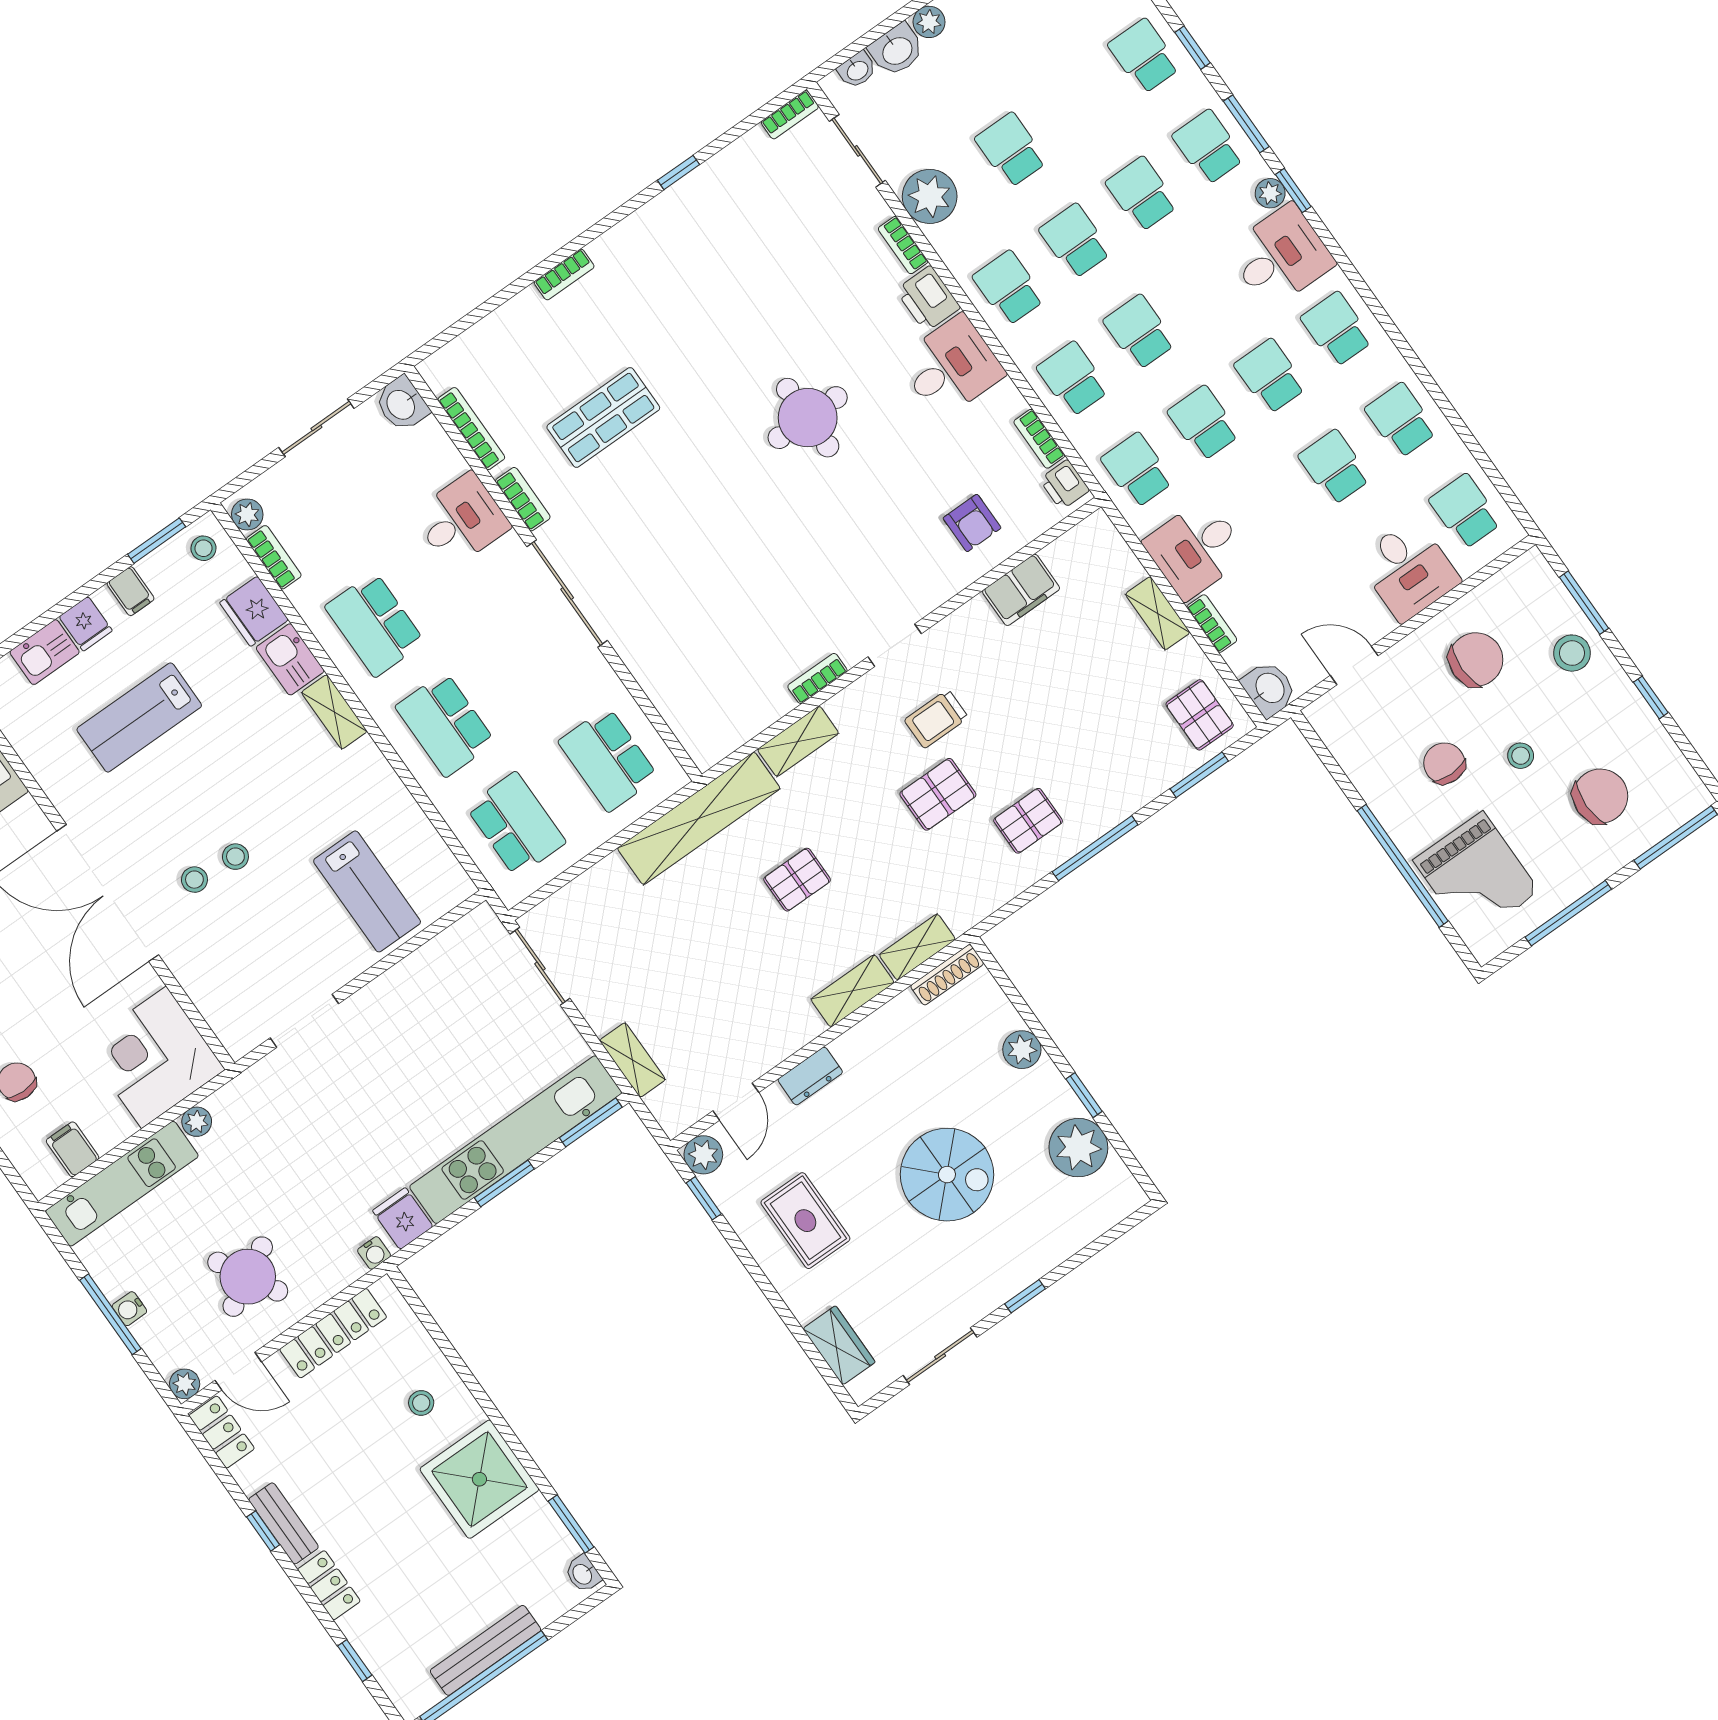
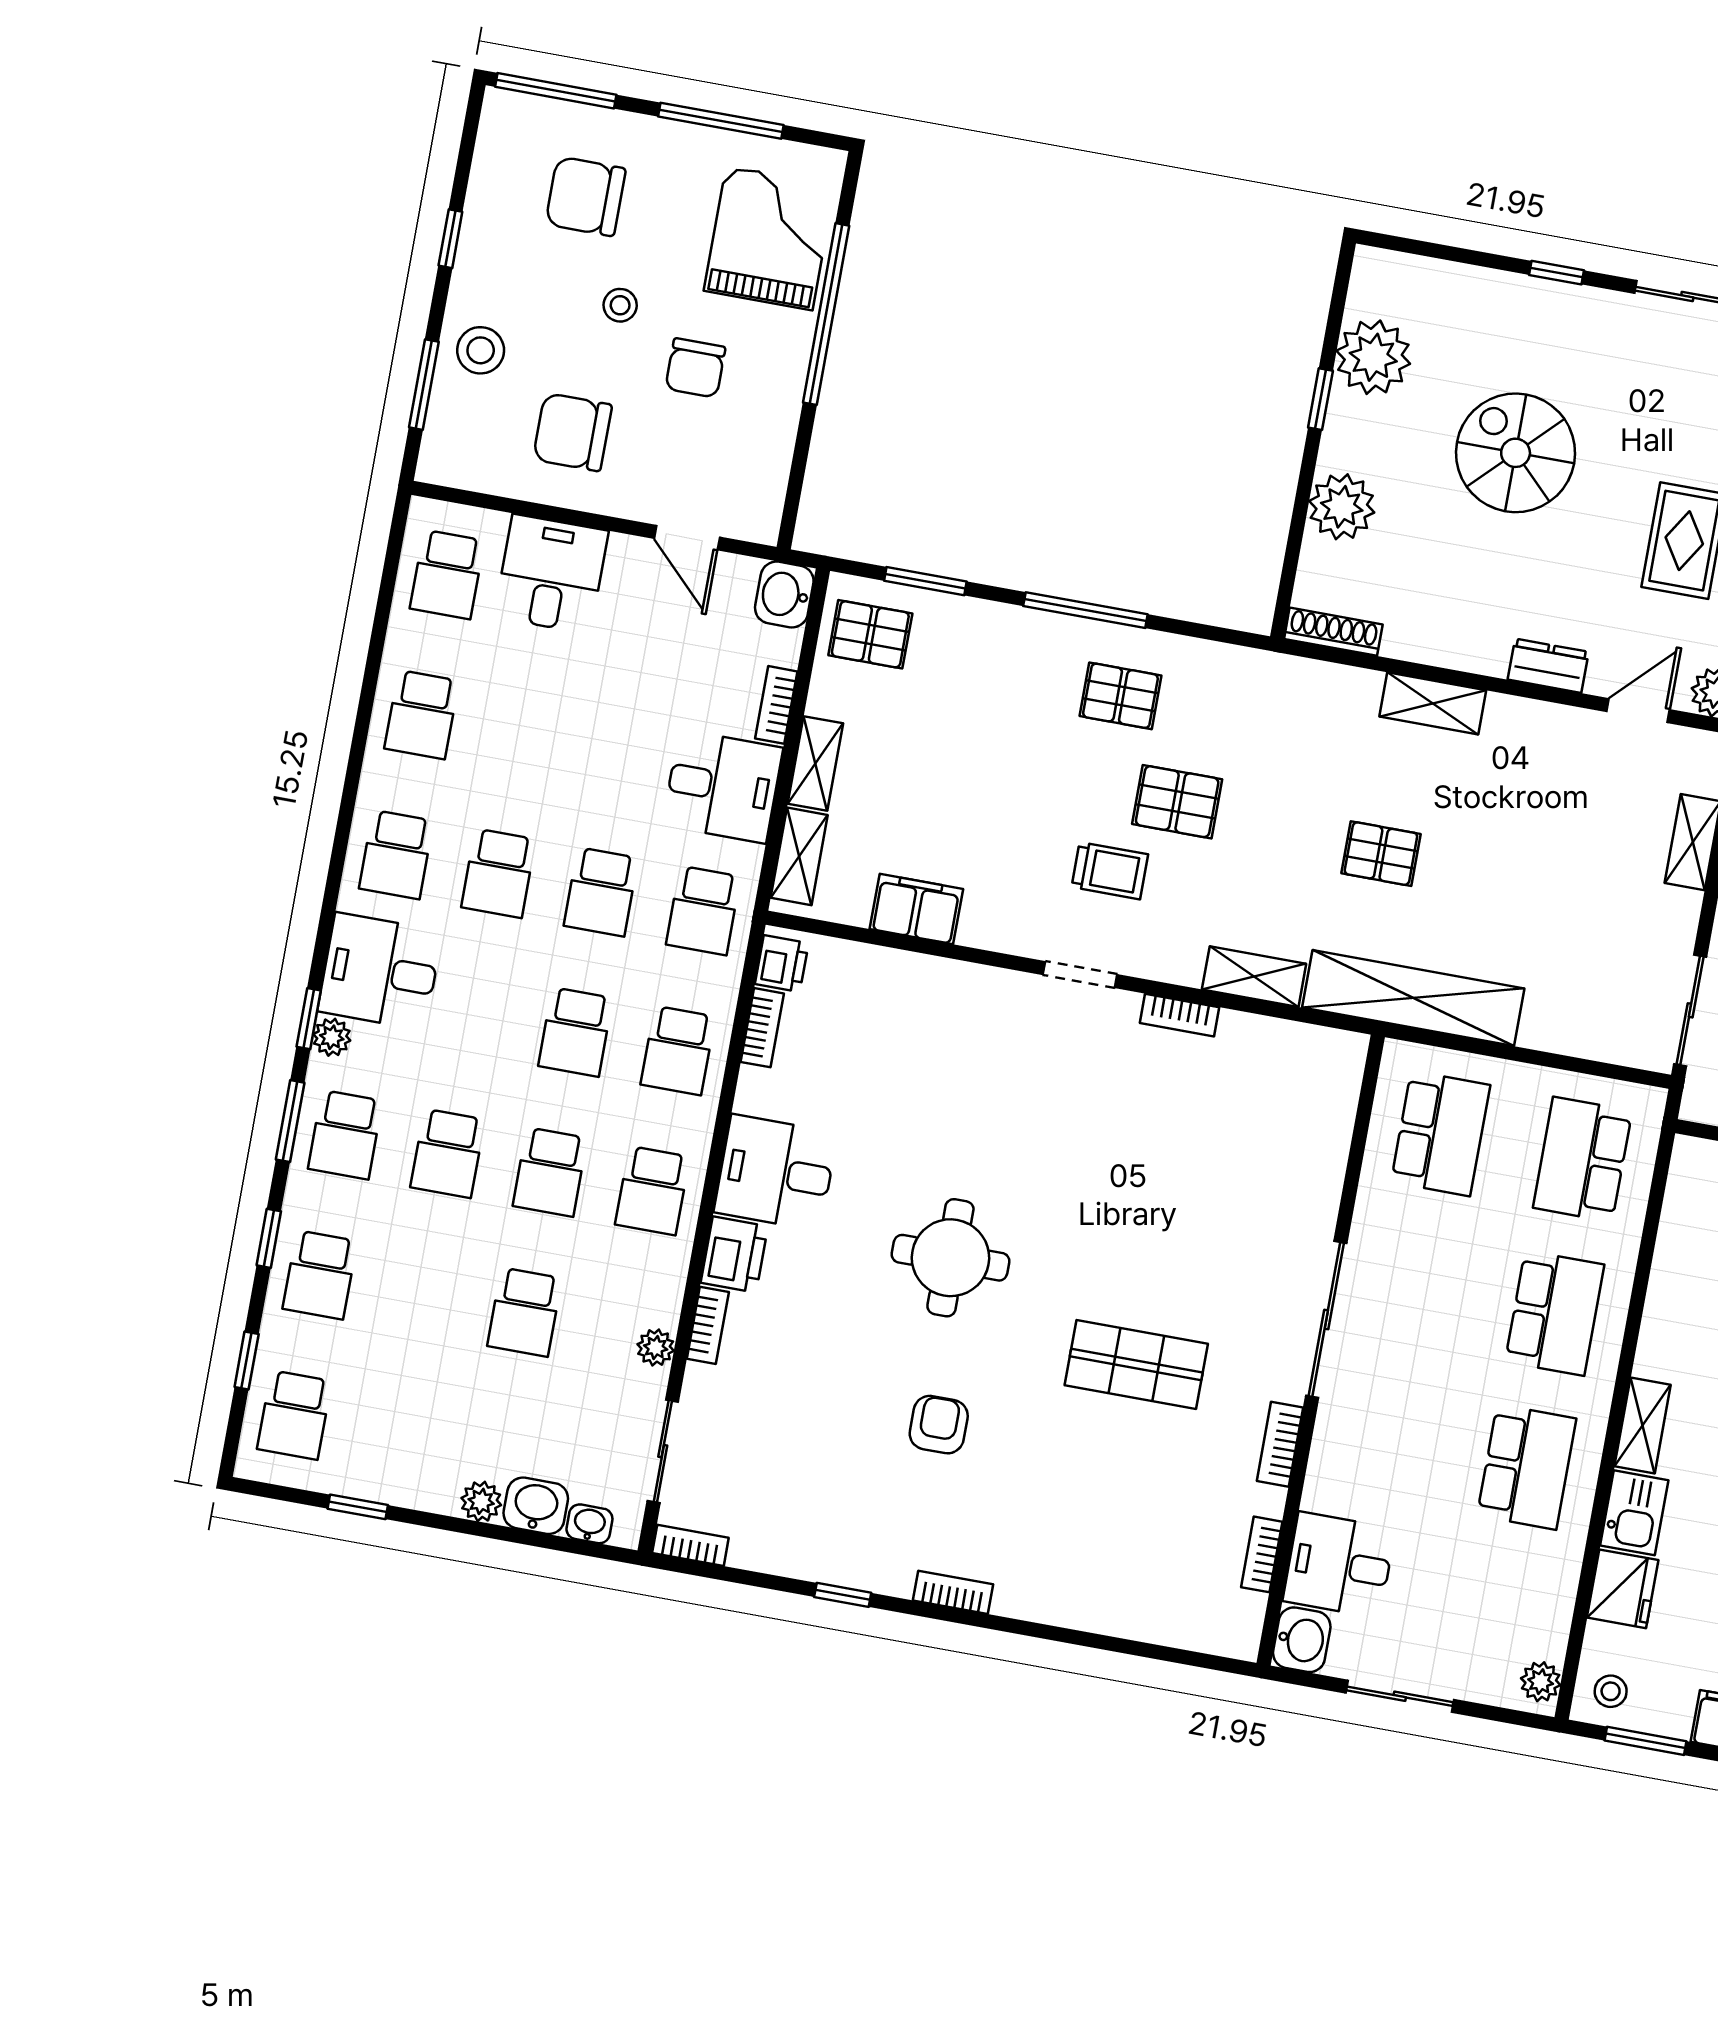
plant: (930, 196) -> (656, 1348), width x0.53, depth x0.53
bookcase: (564, 274) -> (953, 1592), moved
shop shelf: (603, 418) -> (1136, 1364), moved
bookcase: (471, 429) -> (1262, 1554), width x0.64
school desk: (1334, 467) -> (524, 733), removed
desk: (461, 520) -> (1339, 1565), moved
armchair: (972, 523) -> (939, 1425), moved
bookcase: (274, 557) -> (1556, 1619), removed
pallet: (1200, 715) -> (870, 634), turned 90
shelving: (917, 947) -> (799, 856), moved, turned 90
plant: (1022, 1050) -> (1342, 507), width x1.36, depth x1.36

